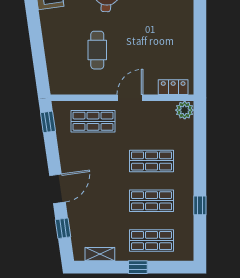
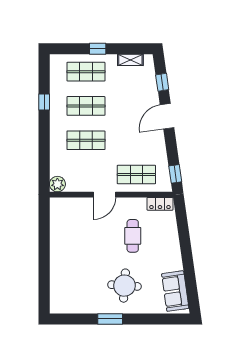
locker: (173, 87) -> (160, 204), moved

